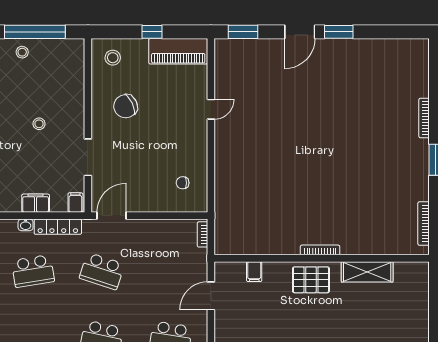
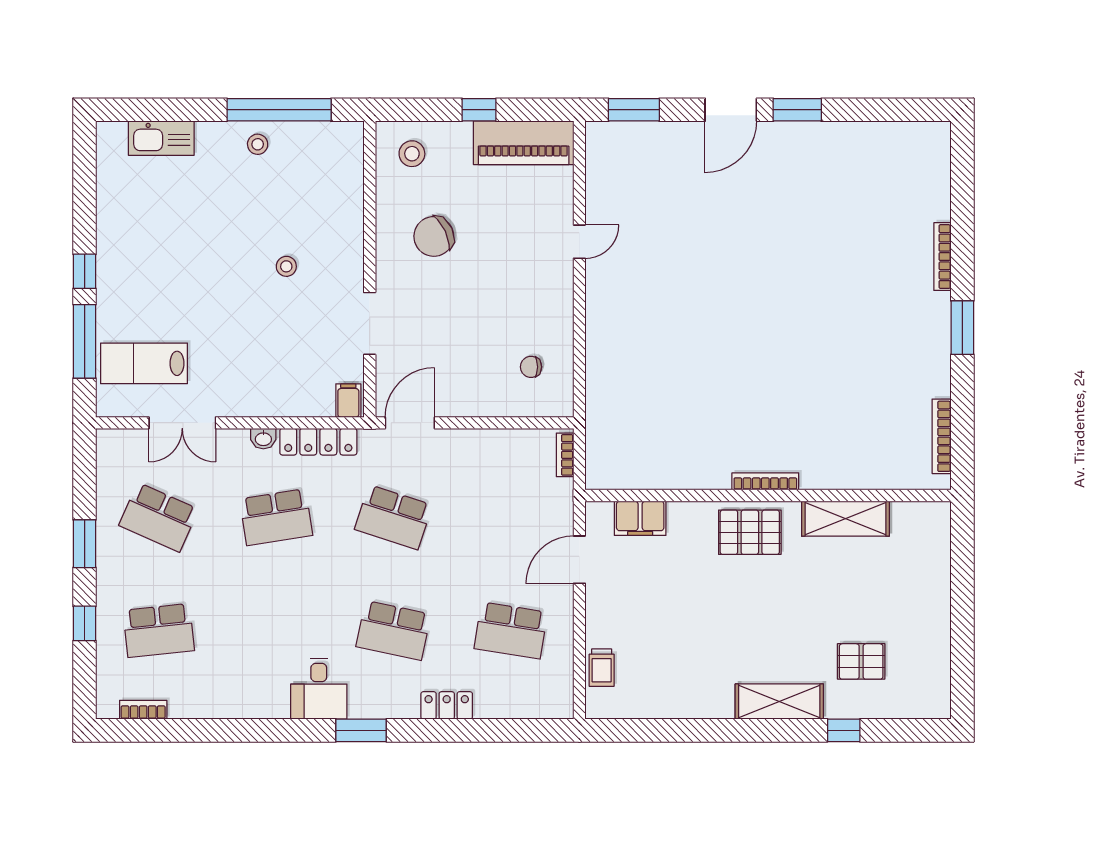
filing cabinet: (36, 203) -> (280, 402), removed
filing cabinet: (254, 272) -> (640, 518), width x2.00

